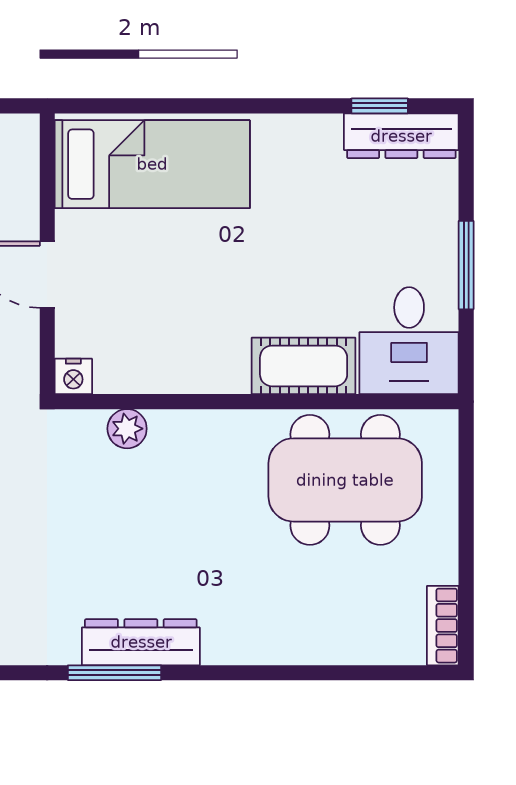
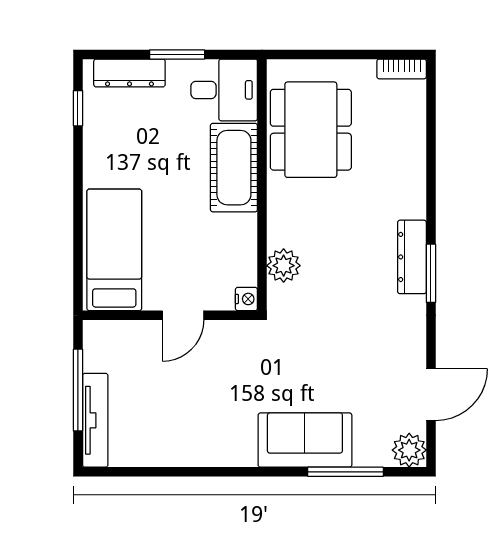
dresser: (401, 136) -> (129, 73), moved, turned 90
cot: (304, 366) -> (234, 168), width x1.37, depth x1.34
plant: (127, 429) -> (284, 266), width x1.38, depth x1.38

